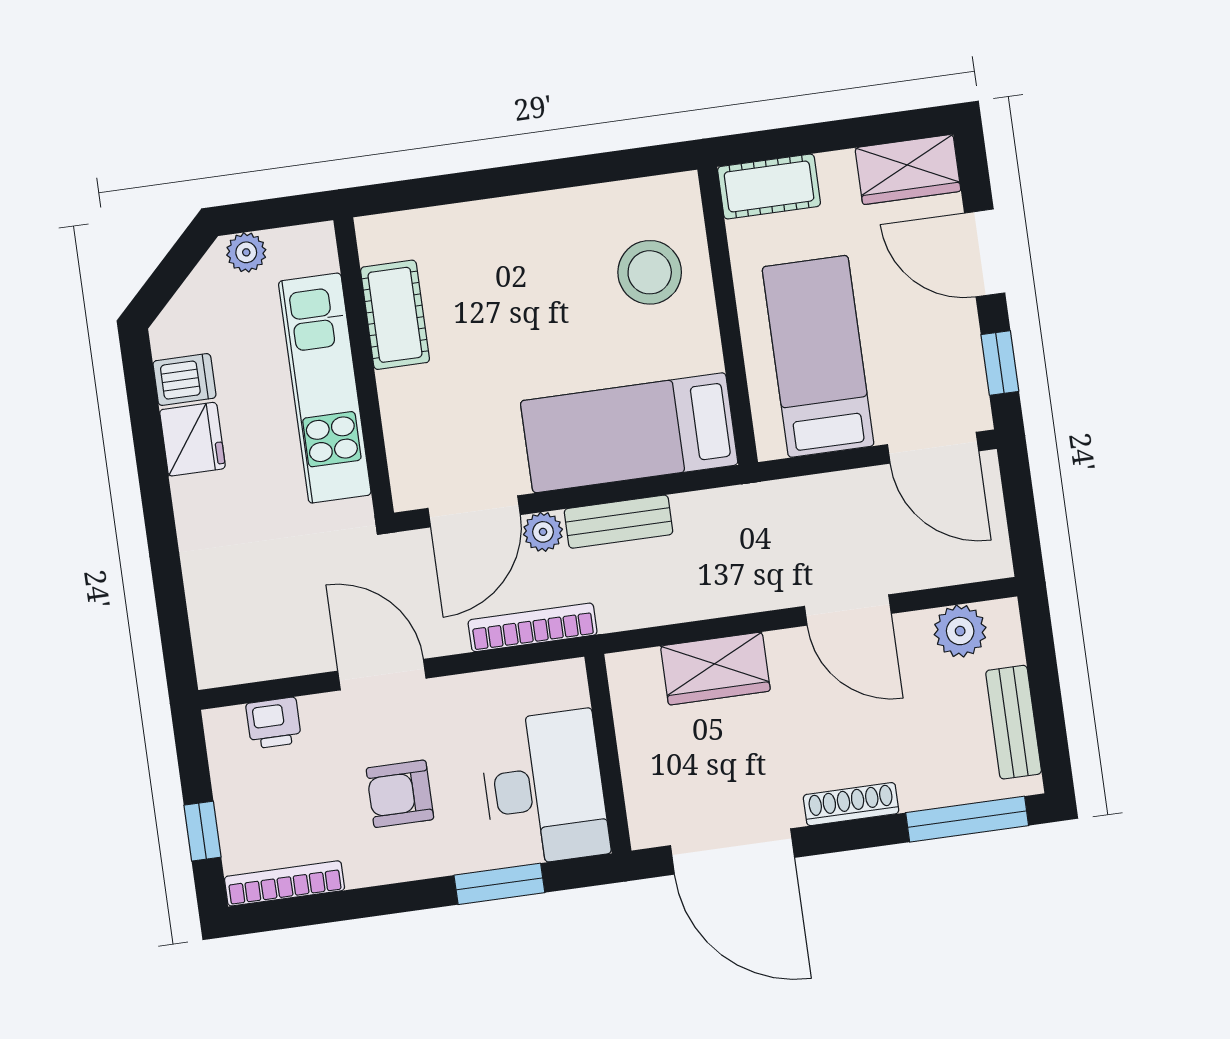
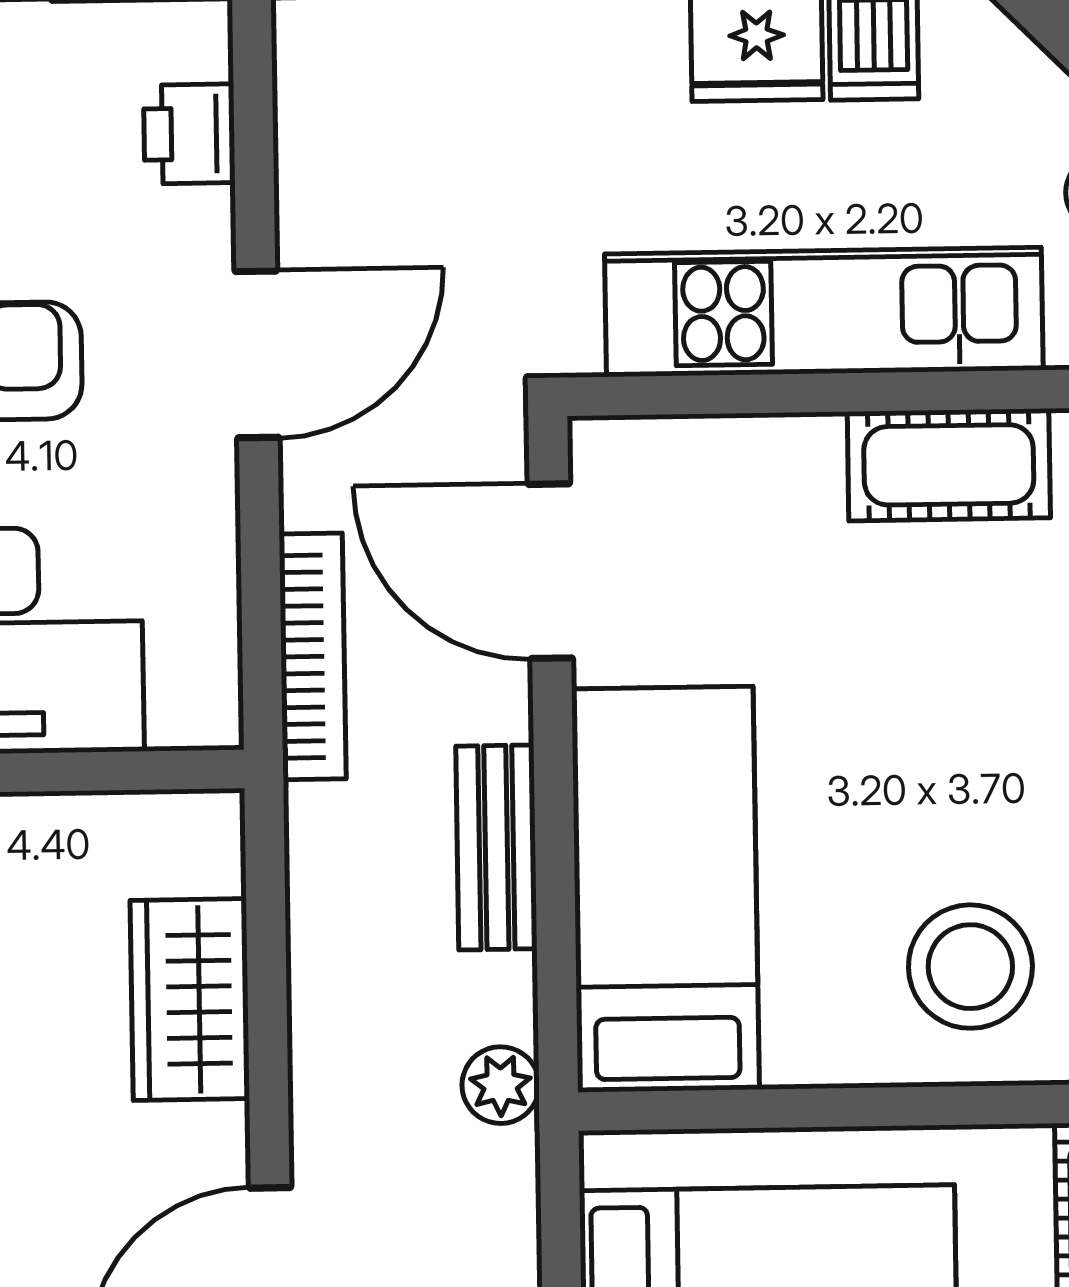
plant: (543, 532) -> (501, 1085), moved

